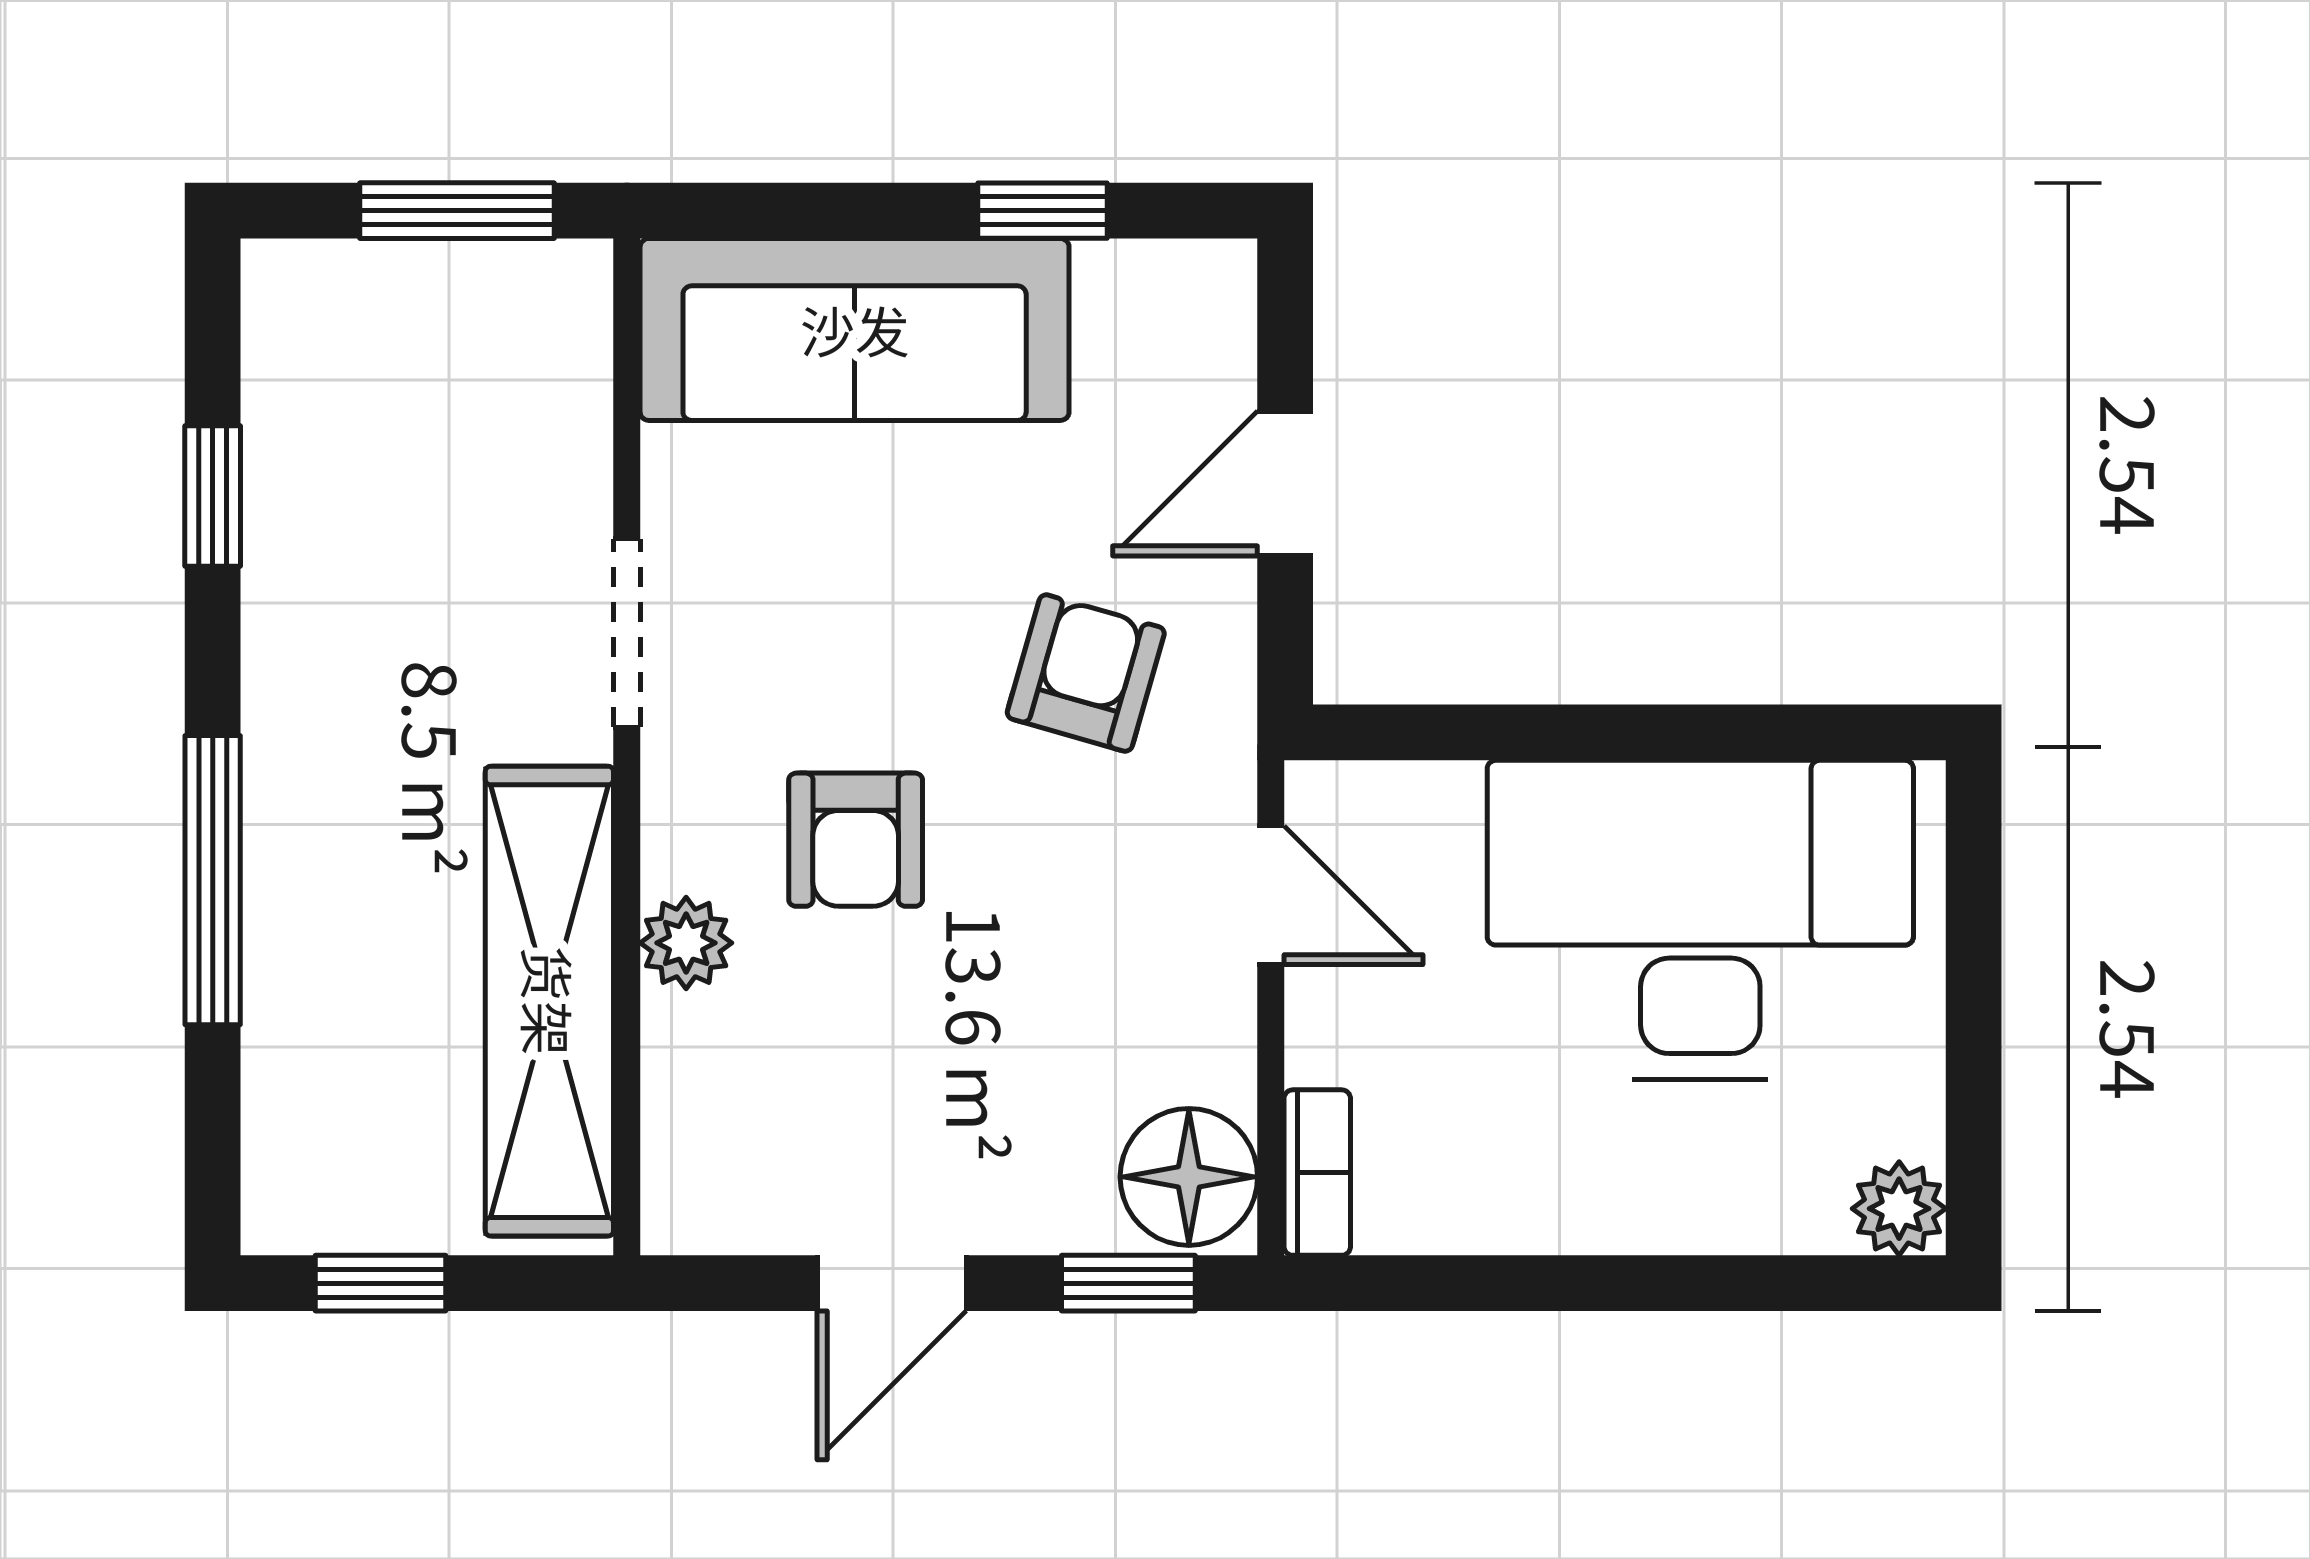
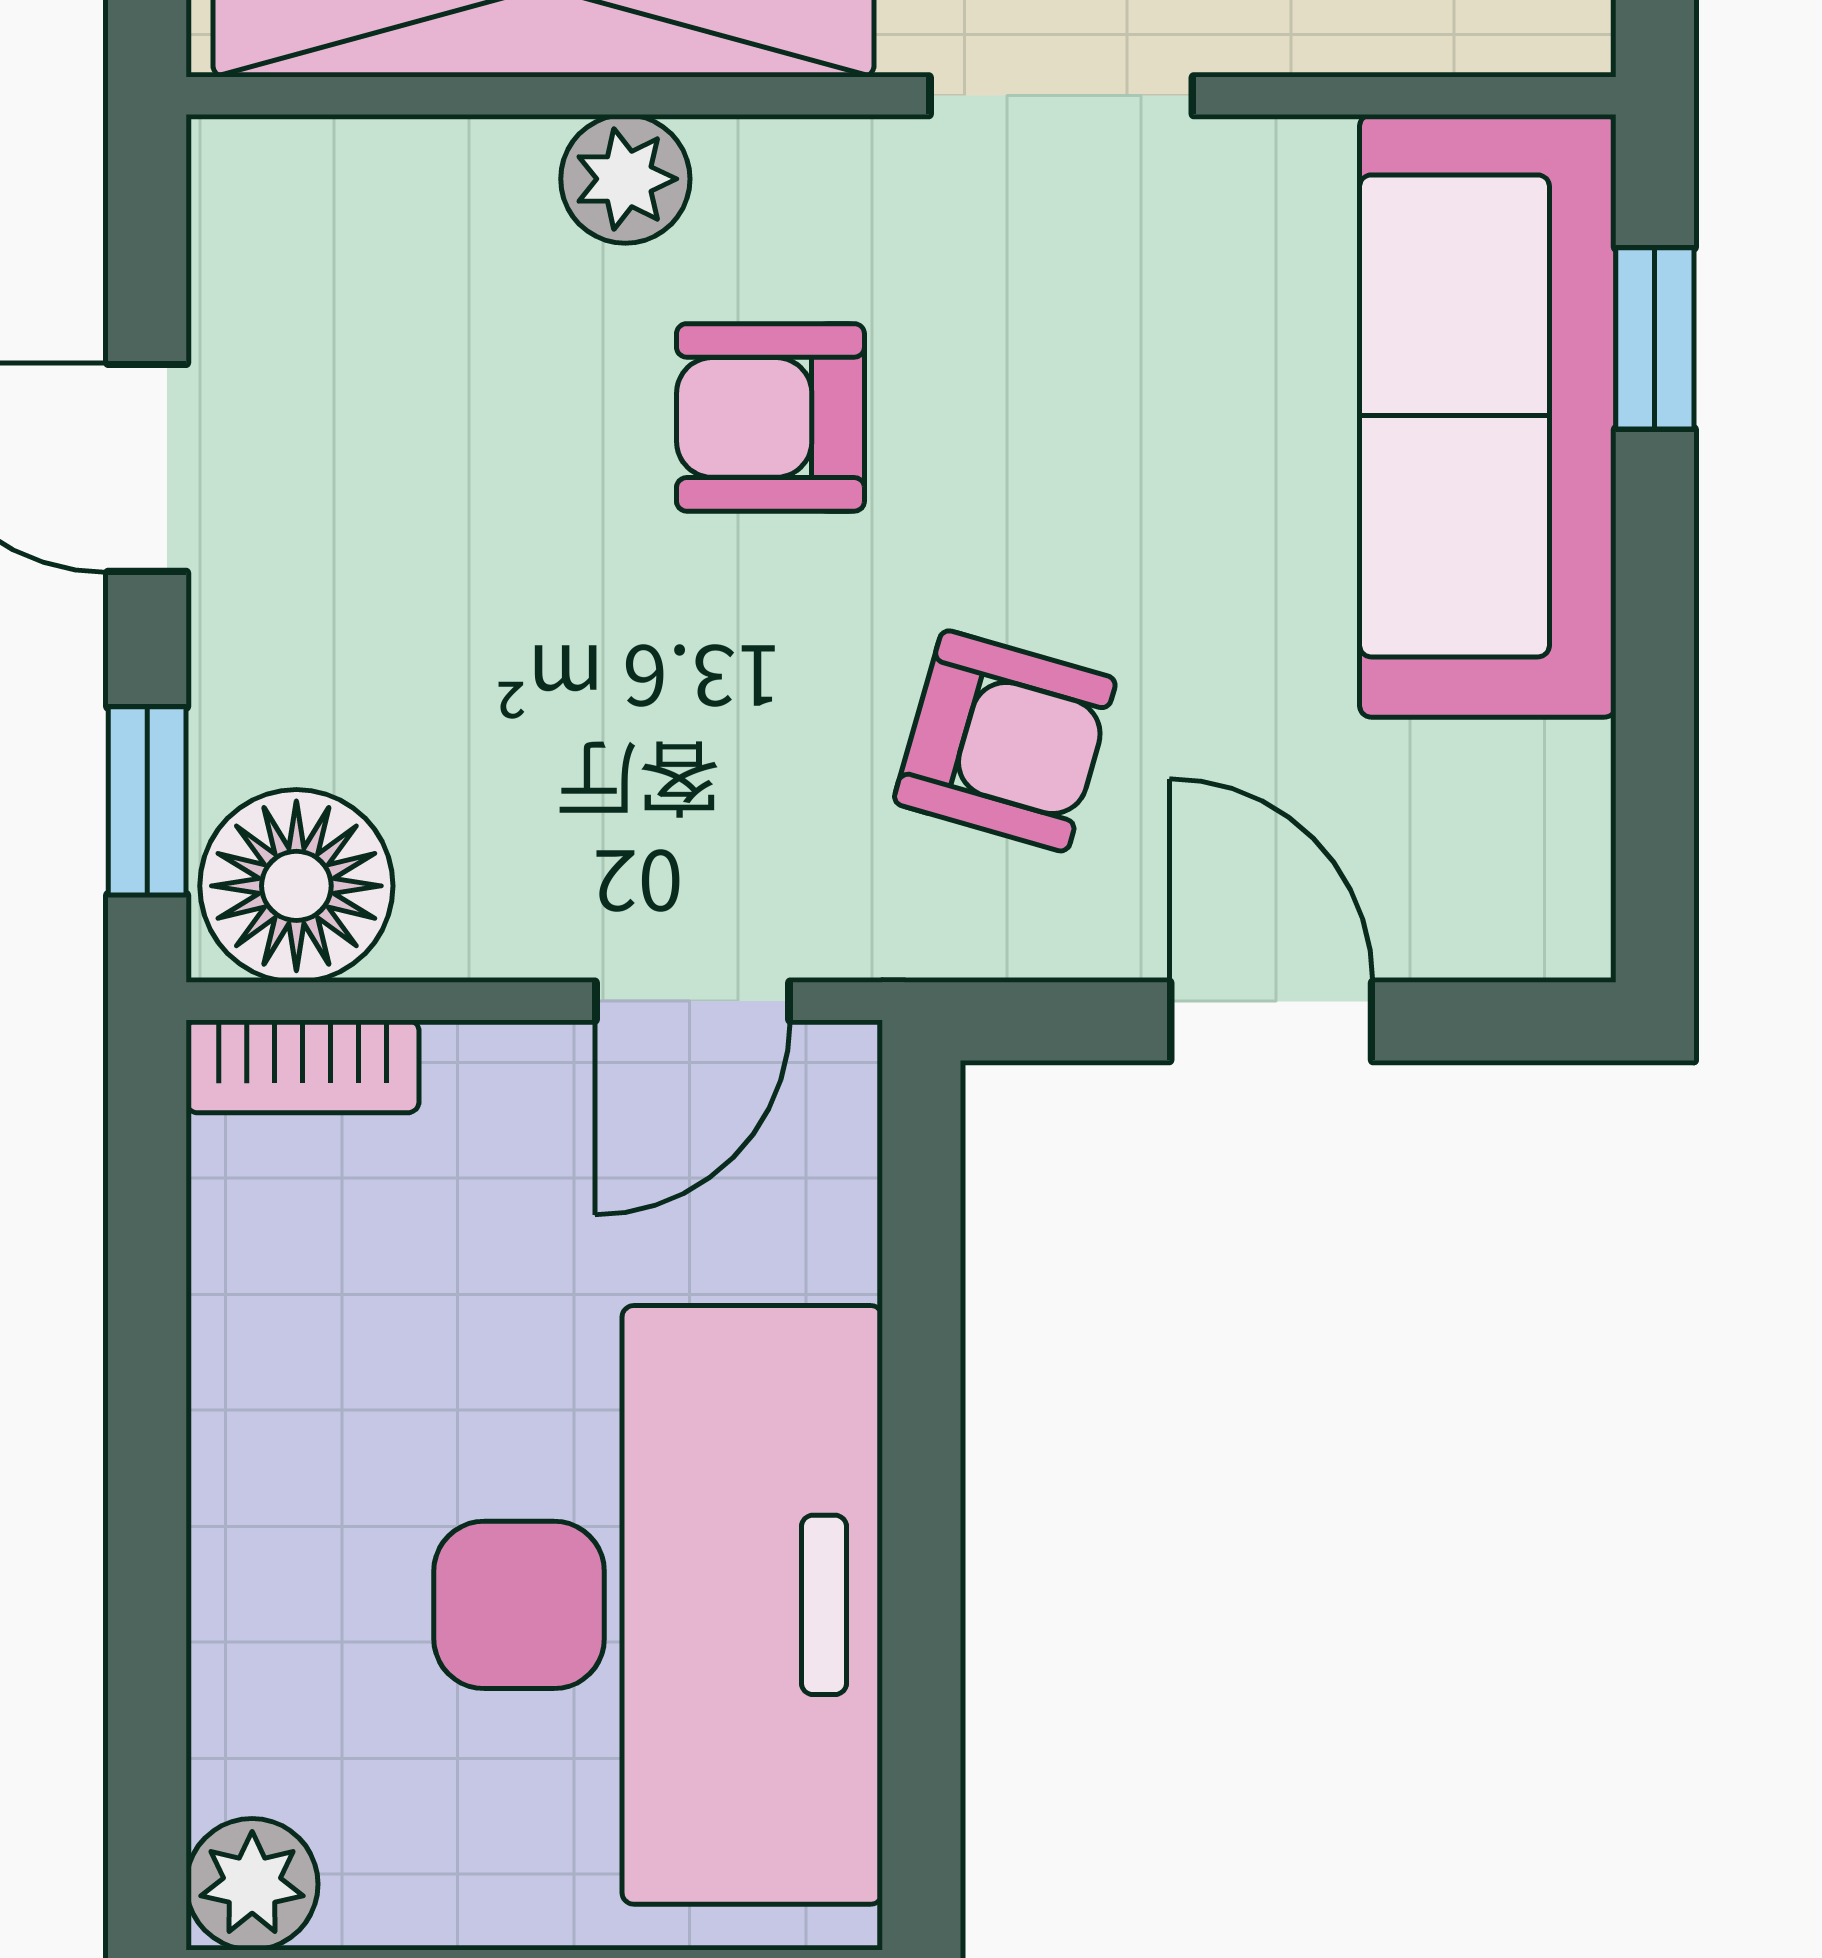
window: (1043, 211) -> (1655, 338), moved

